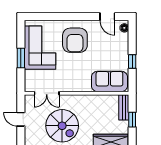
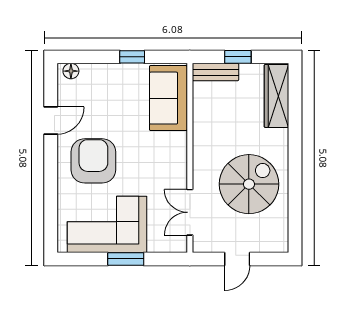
door: (107, 17) -> (51, 121), moved
armchair: (75, 40) -> (93, 161), turned -90
double door: (47, 93) -> (190, 212), swing flipped

